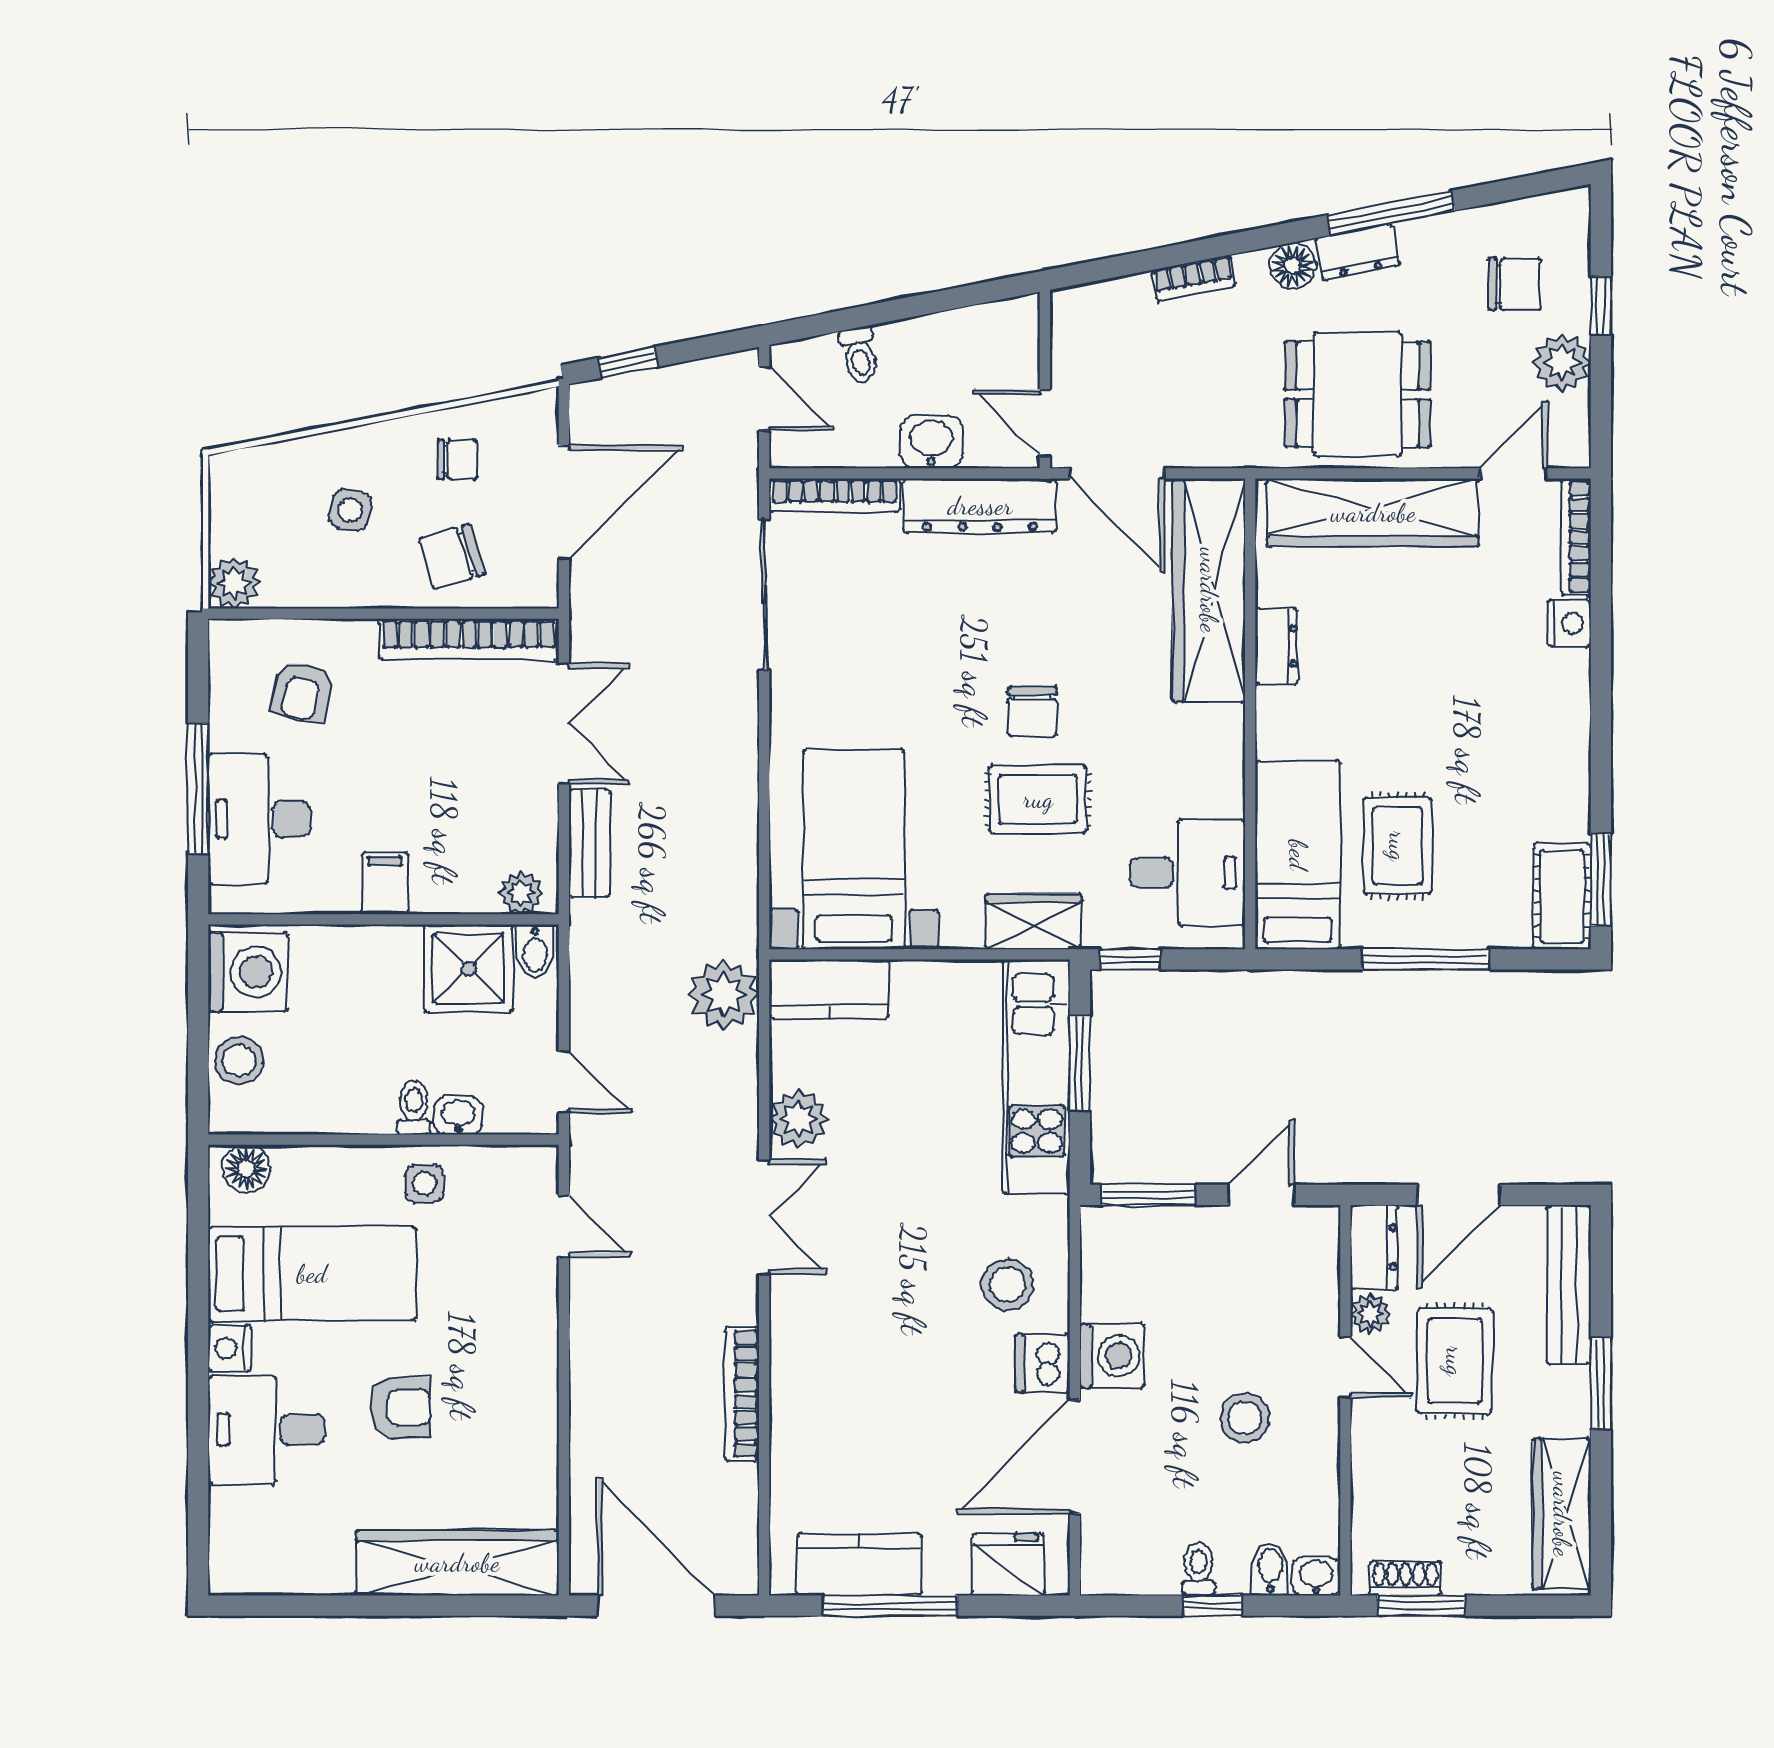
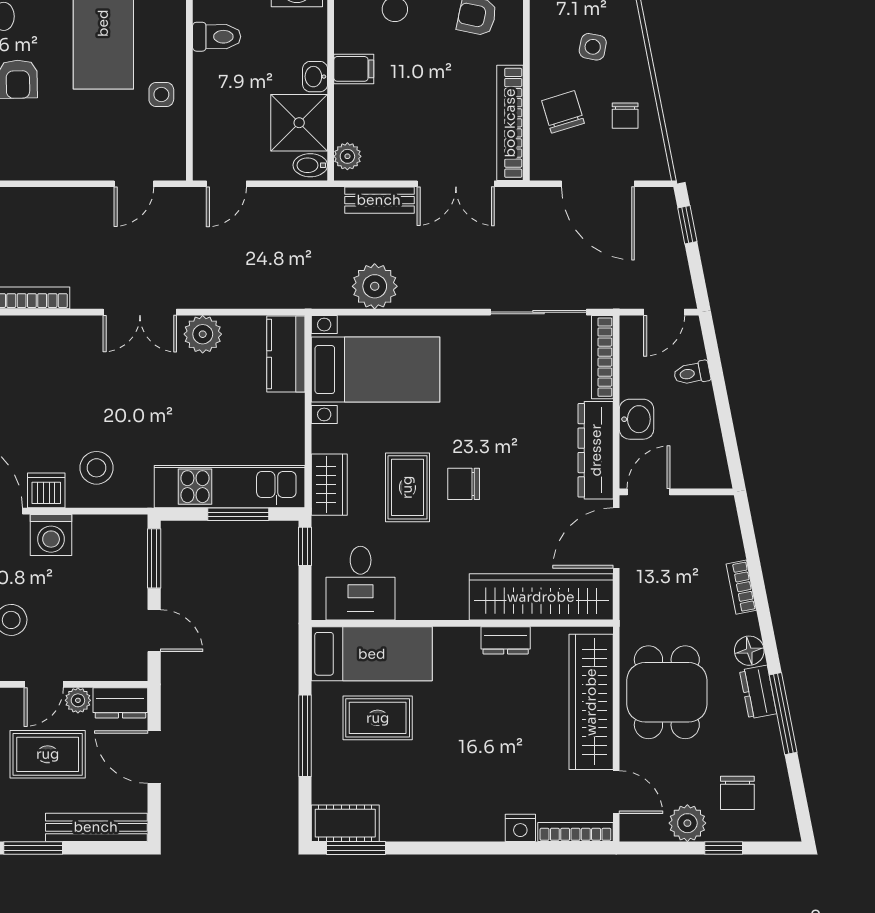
plant: (724, 995) -> (375, 286), moved
toilet: (414, 1108) -> (217, 37), moved, width x1.37, depth x1.39
washbasin: (458, 1115) -> (315, 77), moved, turned 180

